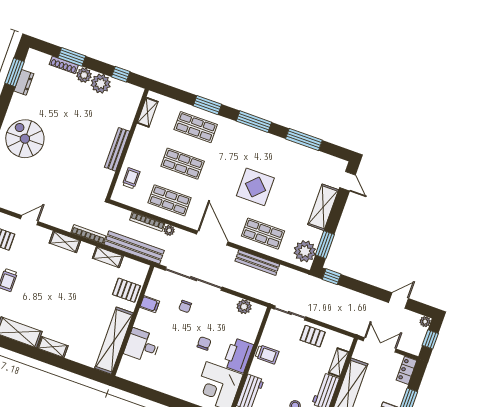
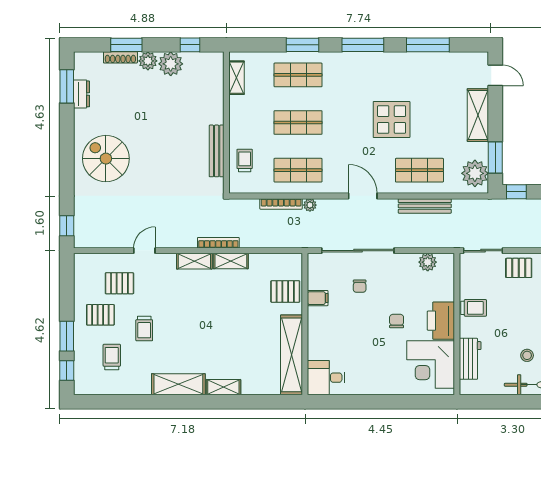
bench: (117, 149) -> (217, 151), moved
door: (212, 238) -> (363, 196), width x0.73
bench: (134, 247) -> (277, 239), removed
shelving: (108, 257) -> (231, 261), moved
desk: (142, 346) -> (326, 378), moved

